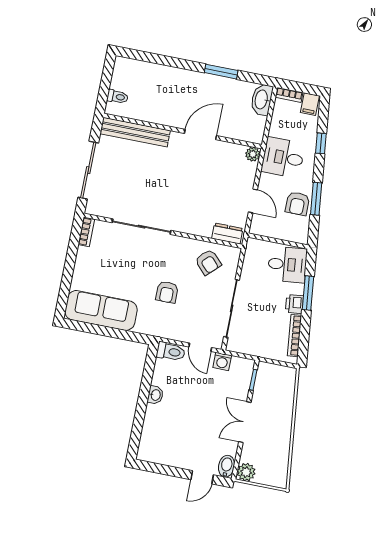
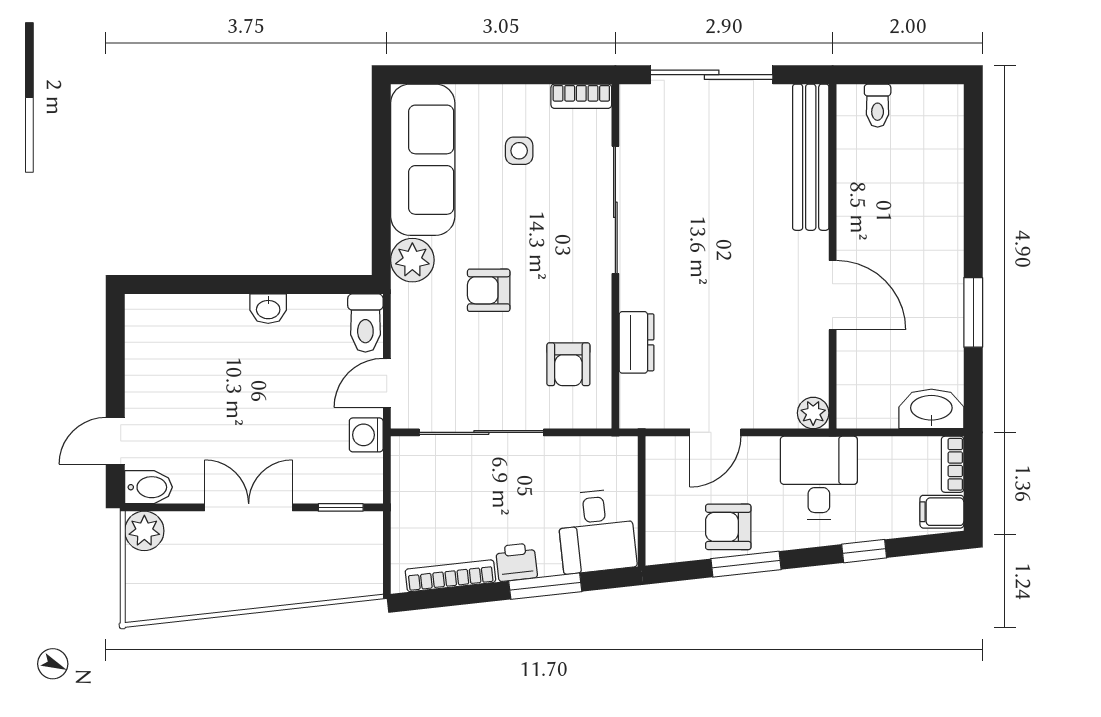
dresser: (227, 233) -> (636, 342), moved
armchair: (208, 262) -> (568, 364), turned -46
side table: (106, 265) -> (519, 151), added
plant: (146, 324) -> (412, 260), added
door: (202, 477) -> (115, 441), hinge flipped

